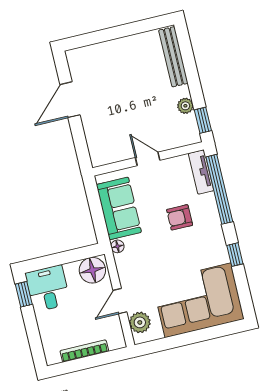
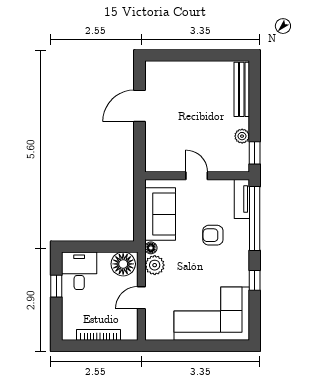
window: (24, 294) -> (56, 286), moved
plant: (140, 322) -> (155, 265), moved

